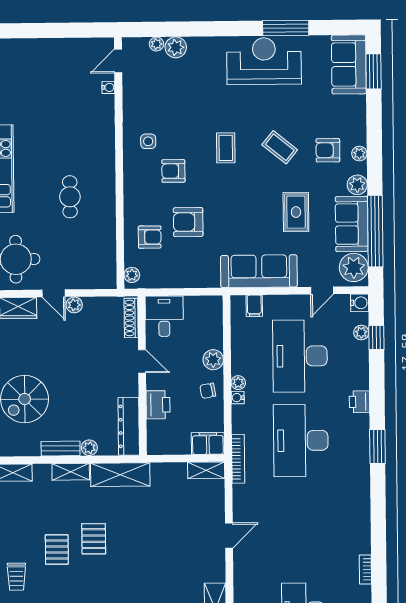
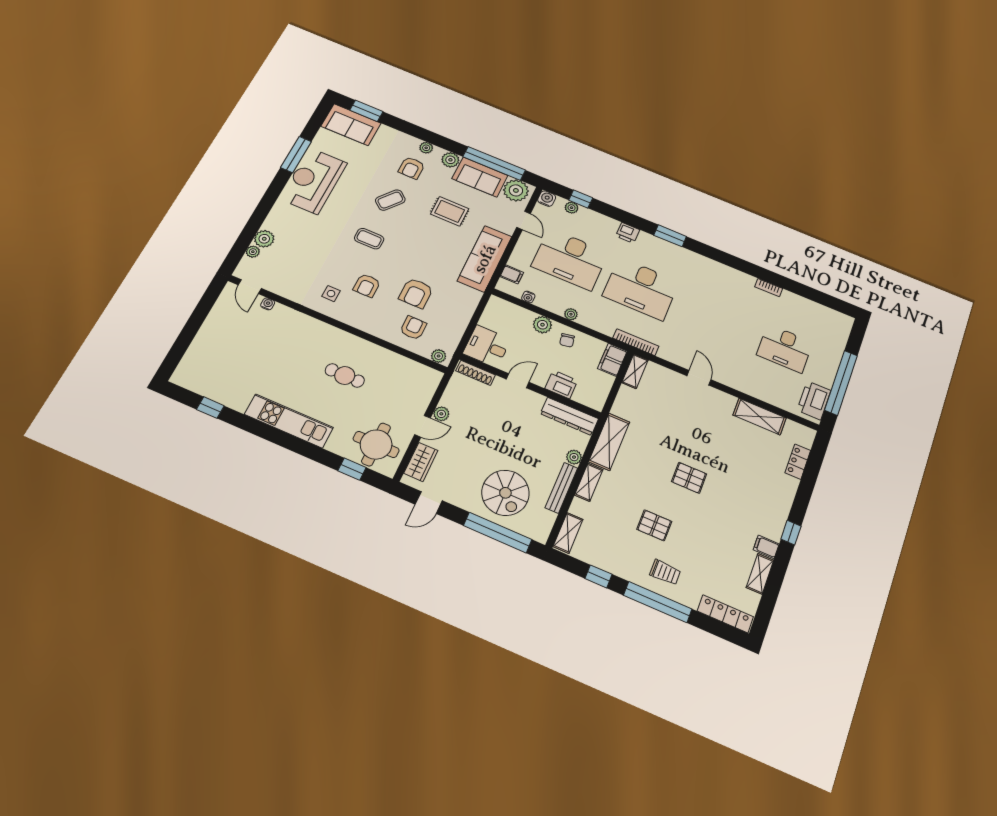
water cooler: (238, 398) -> (528, 297), moved
bench: (61, 449) -> (561, 488), width x1.36
pallet: (94, 539) -> (689, 478), moved

